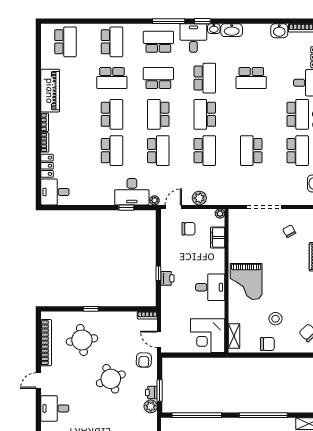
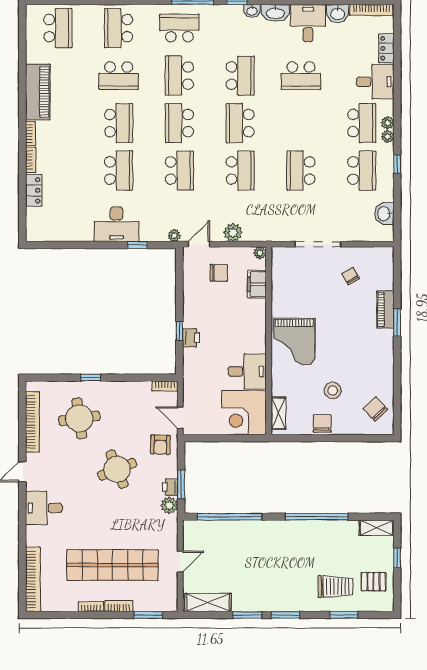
desk: (193, 38) -> (308, 23), moved
school desk: (112, 42) -> (119, 28), turned 180
school desk: (158, 78) -> (179, 76), turned -90
desk: (55, 192) -> (44, 225), removed
desk: (132, 192) -> (116, 224), moved
desk: (210, 287) -> (247, 371), moved
chair: (267, 344) -> (322, 424), turned -90

